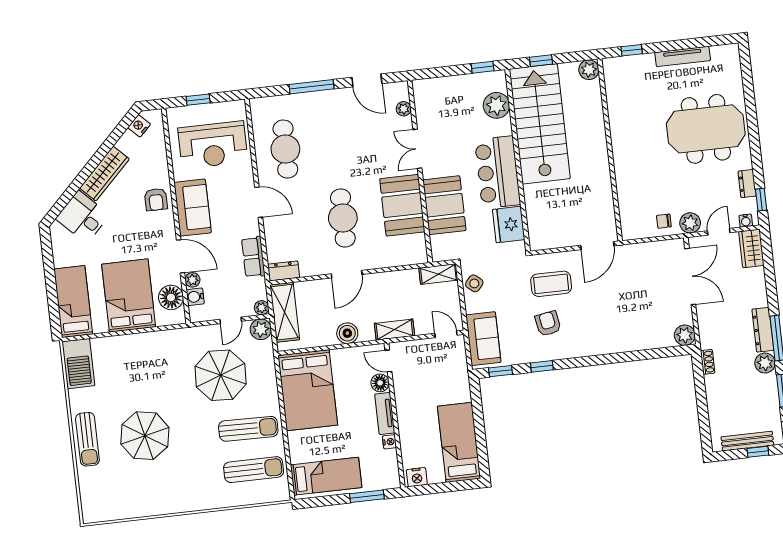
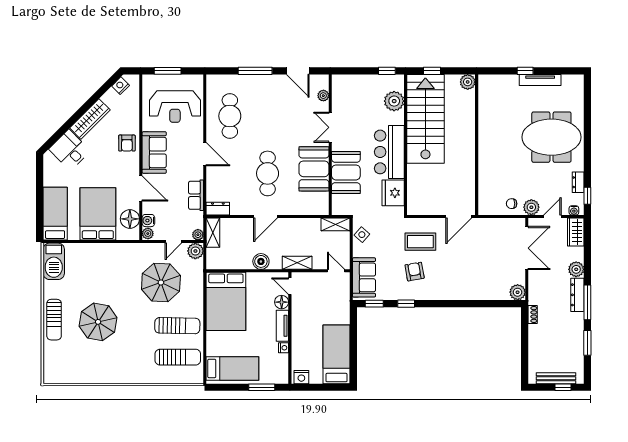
window: (632, 50) -> (525, 71), moved
window: (198, 100) -> (168, 71), width x1.50
plant: (192, 280) -> (148, 234), moved
shelving: (285, 312) -> (213, 233), width x0.67, depth x0.75
plant: (765, 363) -> (576, 269), moved

